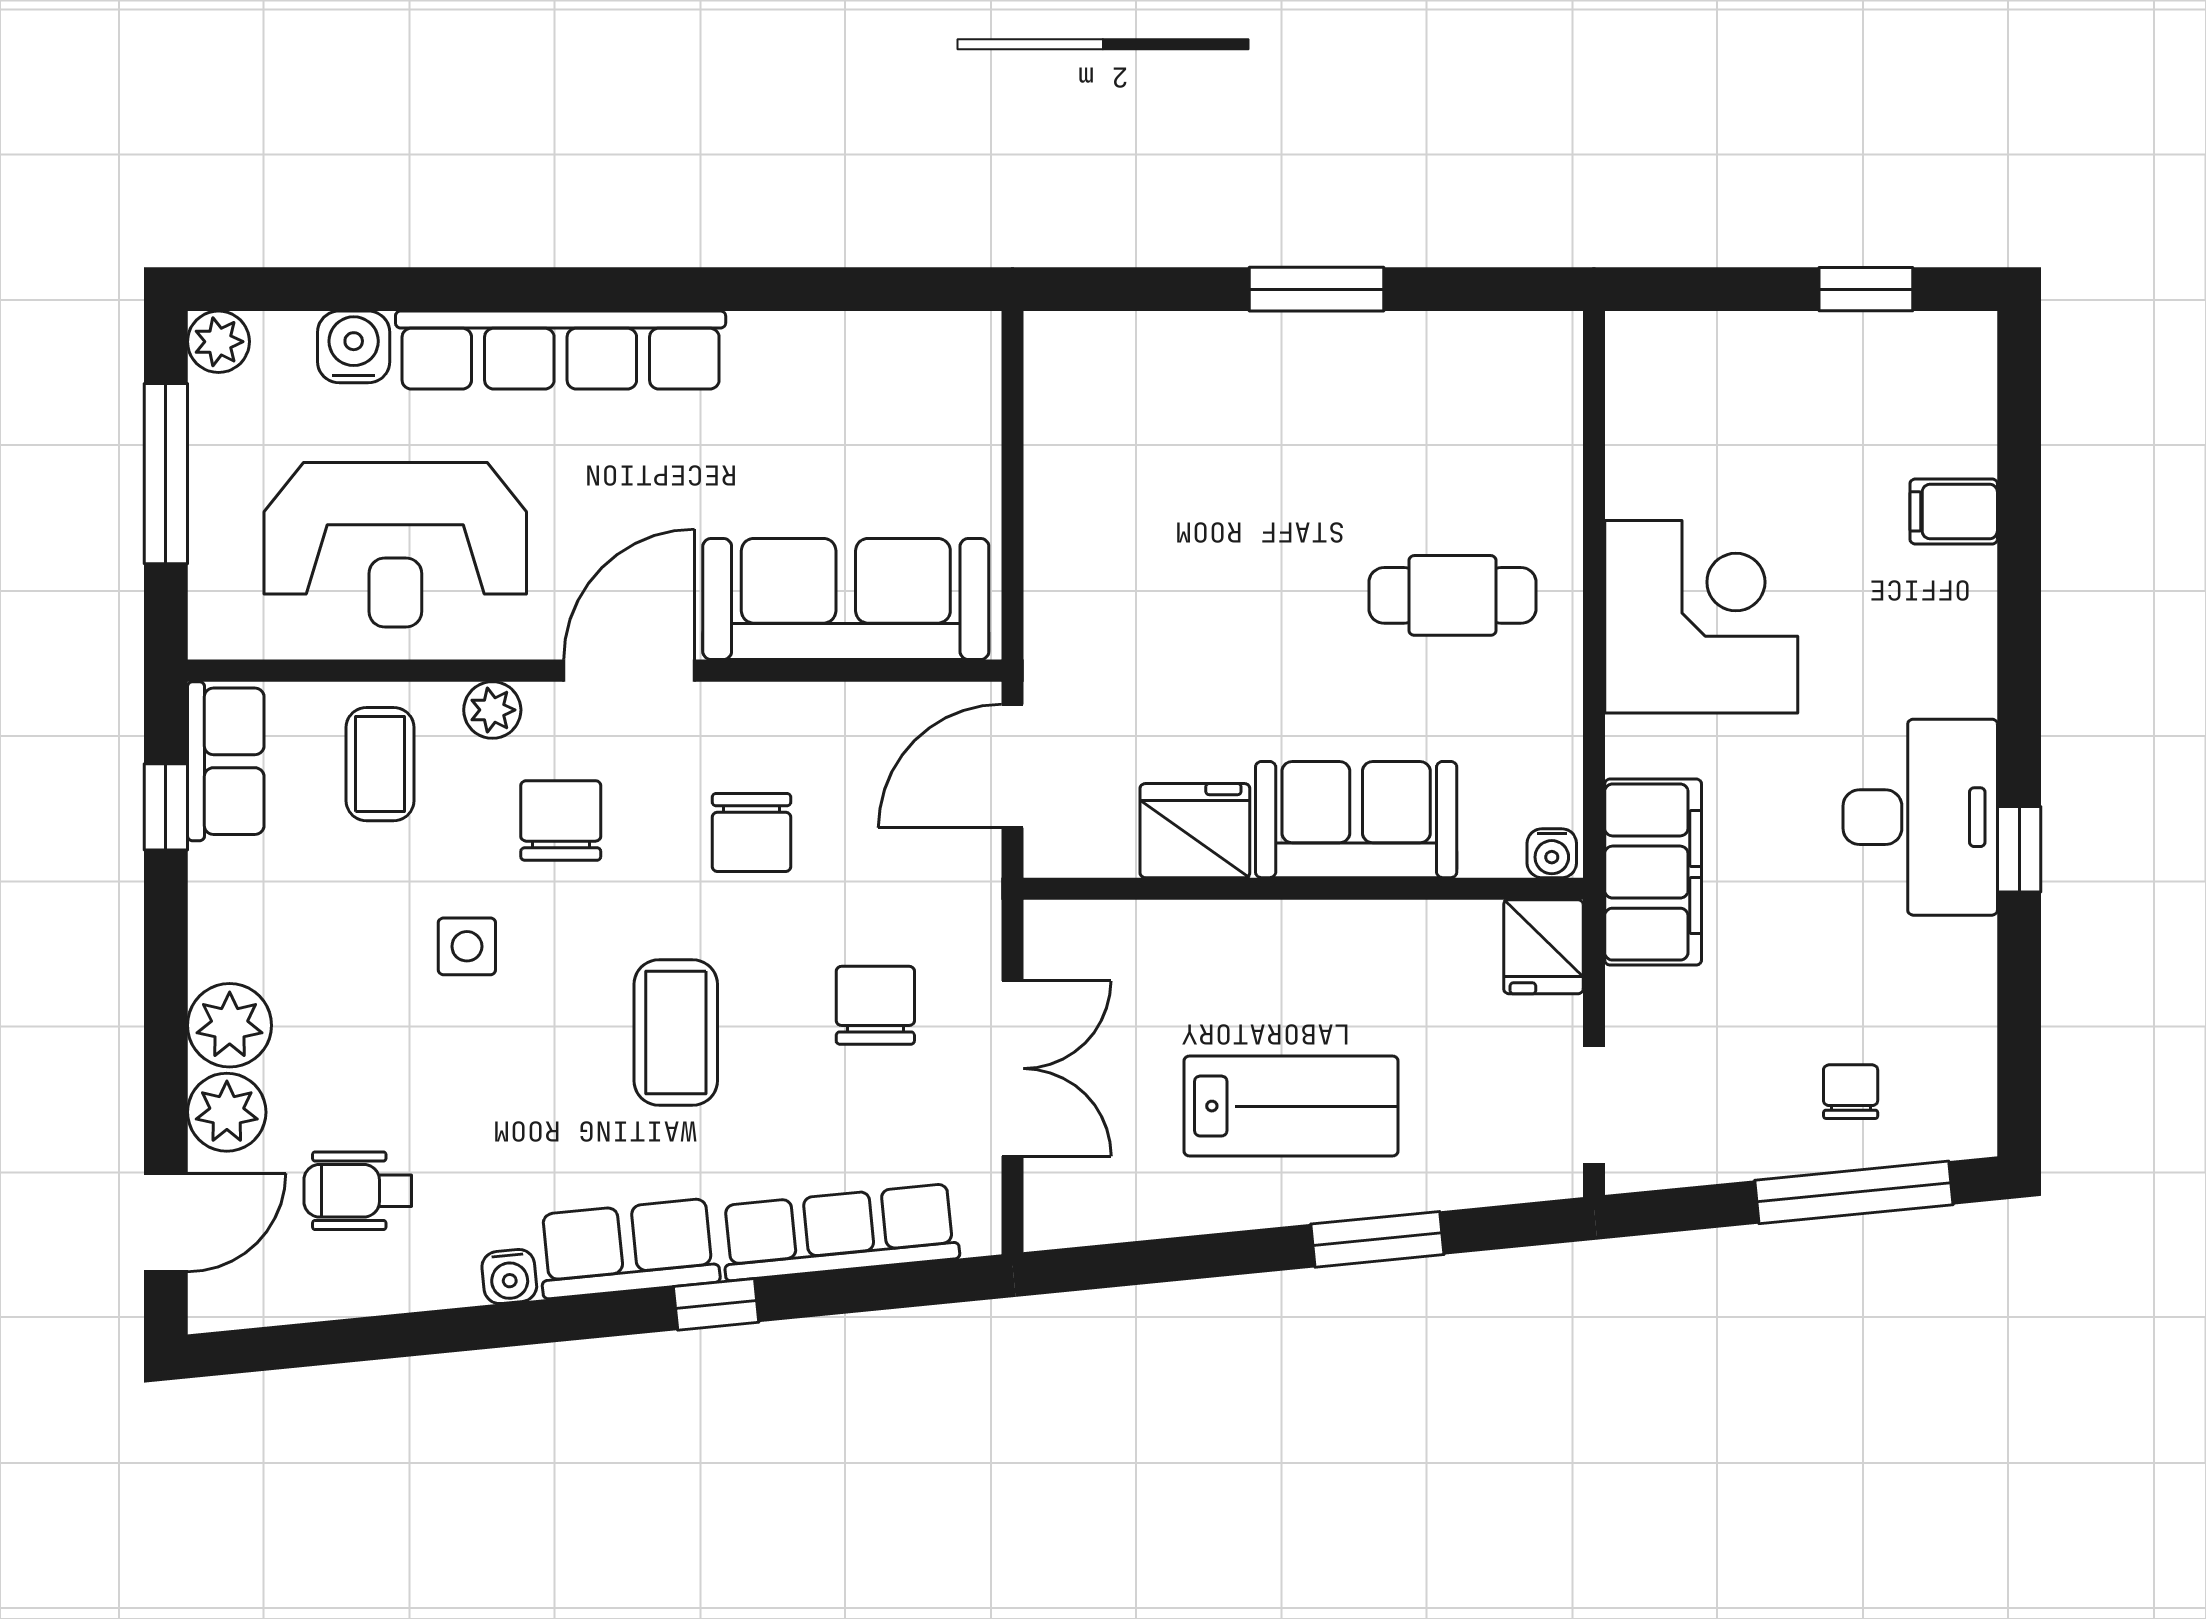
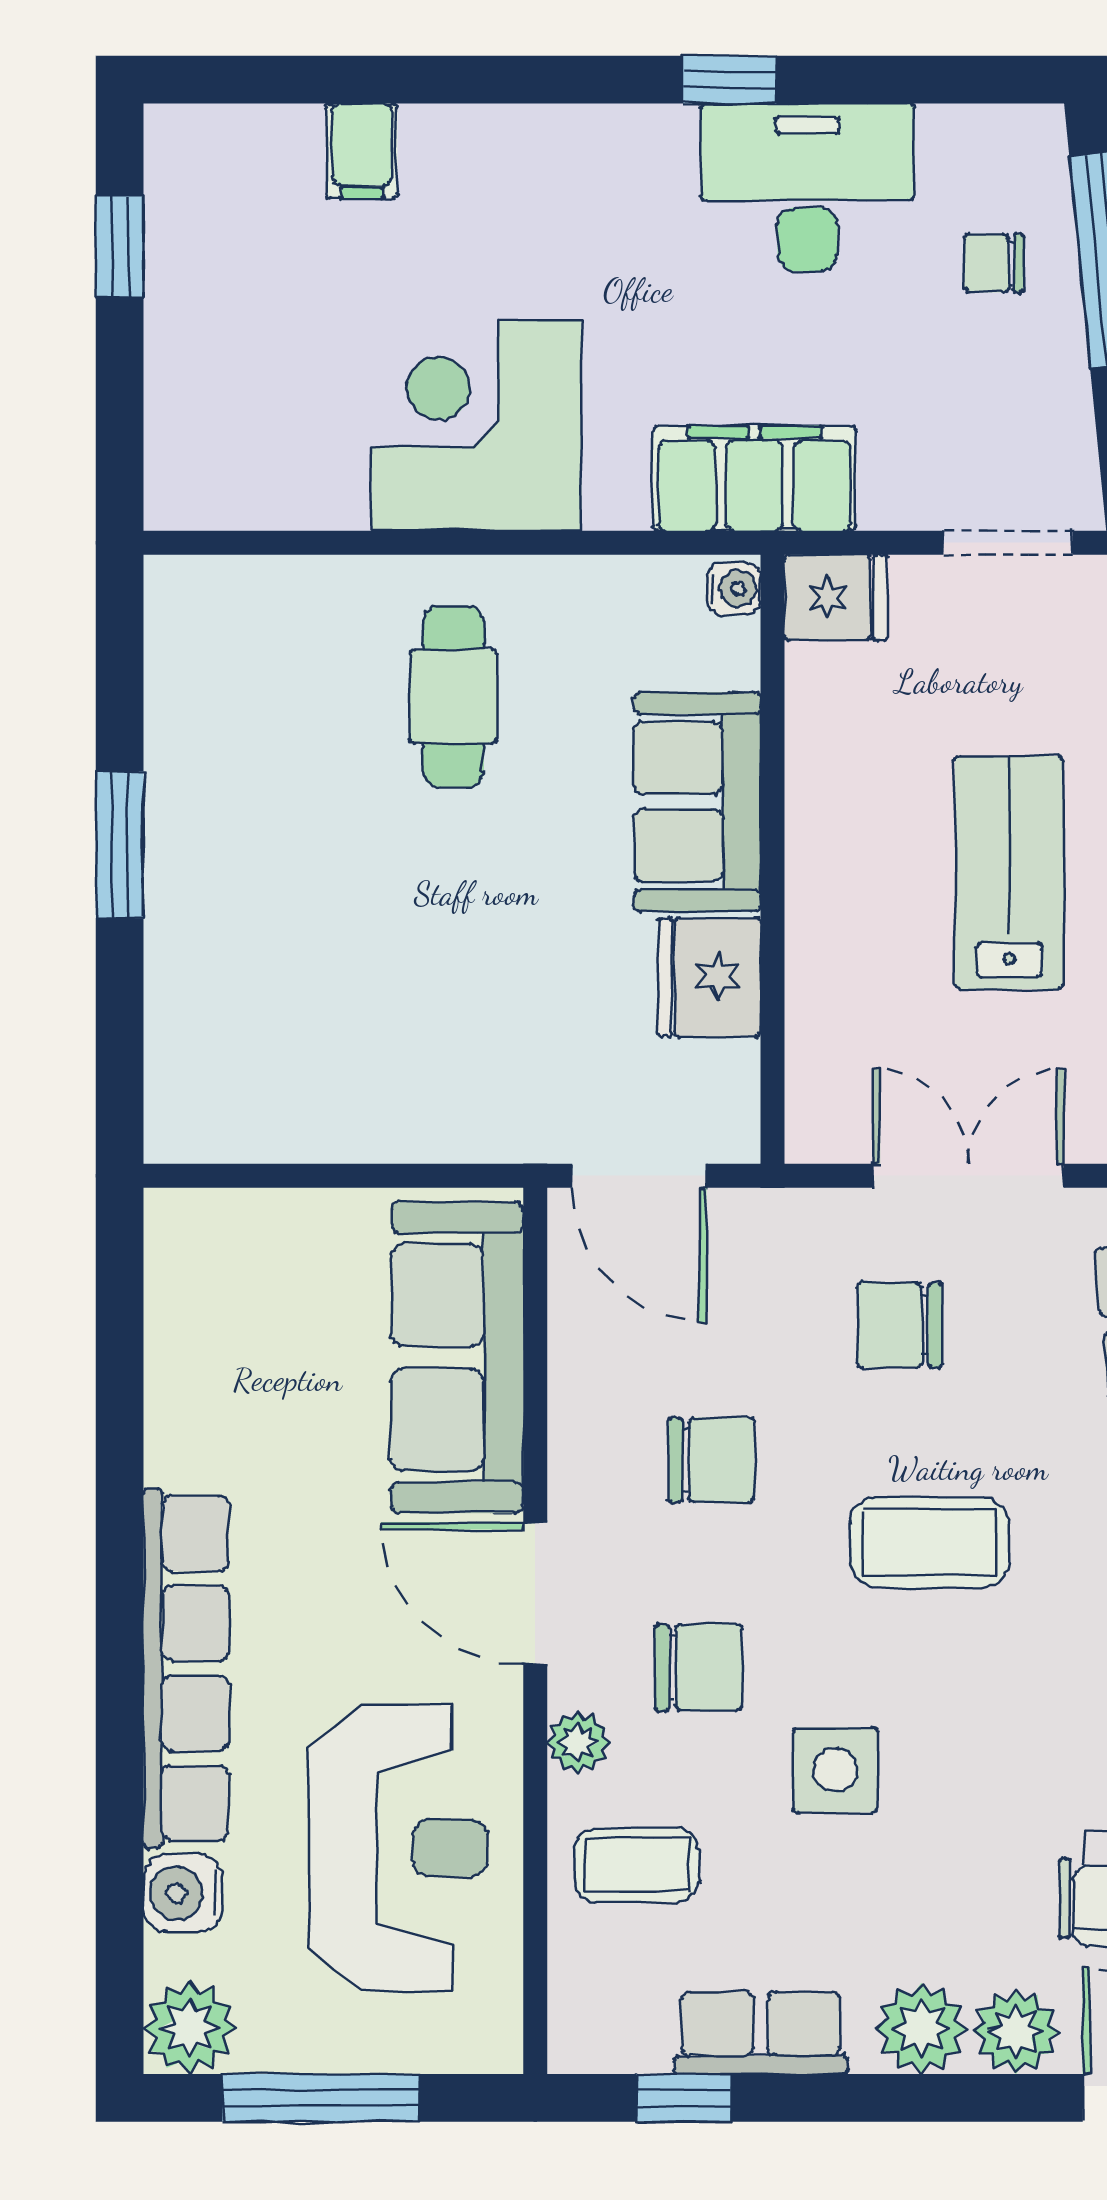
plant: (218, 342) -> (190, 2028), width x1.38, depth x1.38
row of seats: (226, 761) -> (761, 2033), moved
desk: (1920, 817) -> (808, 187), moved
chair: (561, 821) -> (698, 1668), turned 180
side table: (467, 946) -> (835, 1770), width x1.37, depth x1.37

